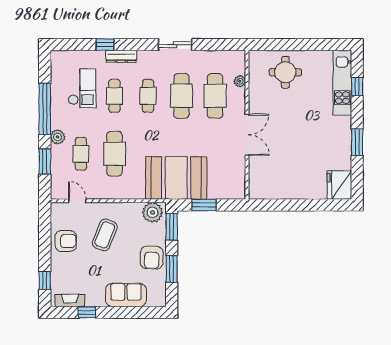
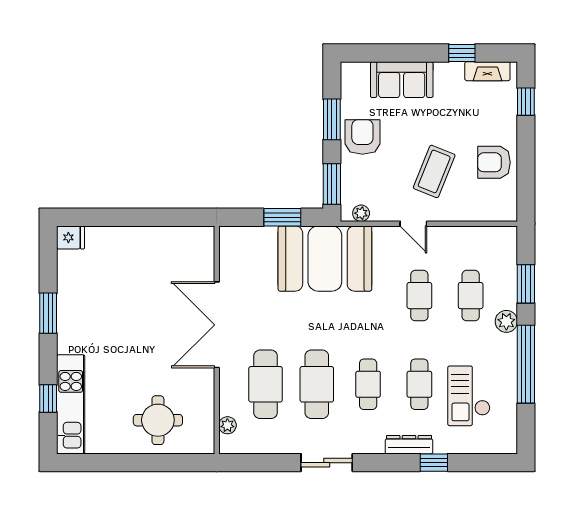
plant: (240, 81) -> (227, 425), moved
double door: (247, 135) -> (217, 325), width x1.36
cafe table: (114, 154) -> (419, 296), width x0.73, depth x0.74
fridge: (339, 185) -> (71, 237), width x0.53, depth x0.75
door: (77, 201) -> (413, 224), moved
plant: (153, 212) -> (361, 213), width x0.53, depth x0.53

